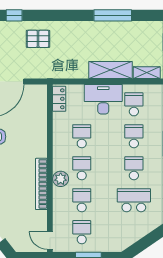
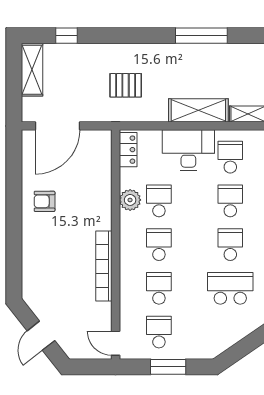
pallet: (38, 39) -> (126, 85), moved
plant: (61, 179) -> (130, 200), moved

